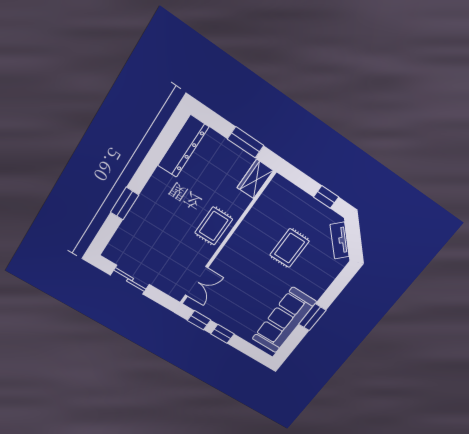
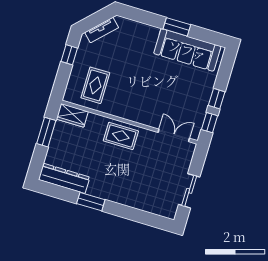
window: (125, 204) -> (91, 202), moved
rug: (289, 248) -> (95, 85), moved, turned 90

